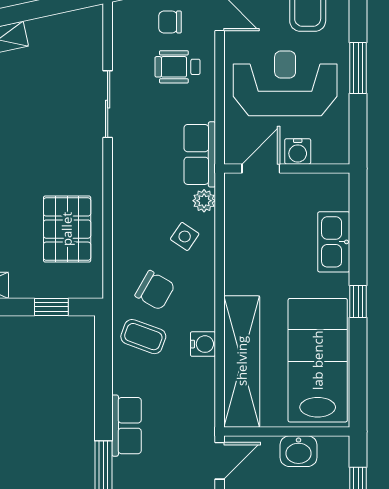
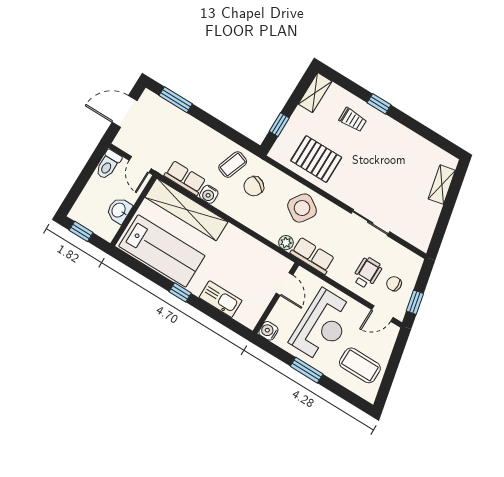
chair: (170, 22) -> (394, 284), turned -90
water cooler: (298, 151) -> (268, 331), moved
side table: (185, 236) -> (302, 208), moved, width x1.87, depth x1.87
row of seats: (126, 426) -> (185, 178), moved, turned 180

